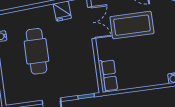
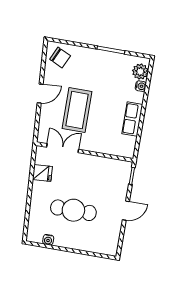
row of seats: (108, 76) -> (132, 119), moved, turned -90

